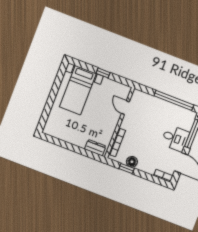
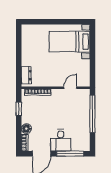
window: (103, 73) -> (92, 57), removed
window: (174, 100) -> (92, 114), moved
floor lamp: (132, 162) -> (26, 129), moved

